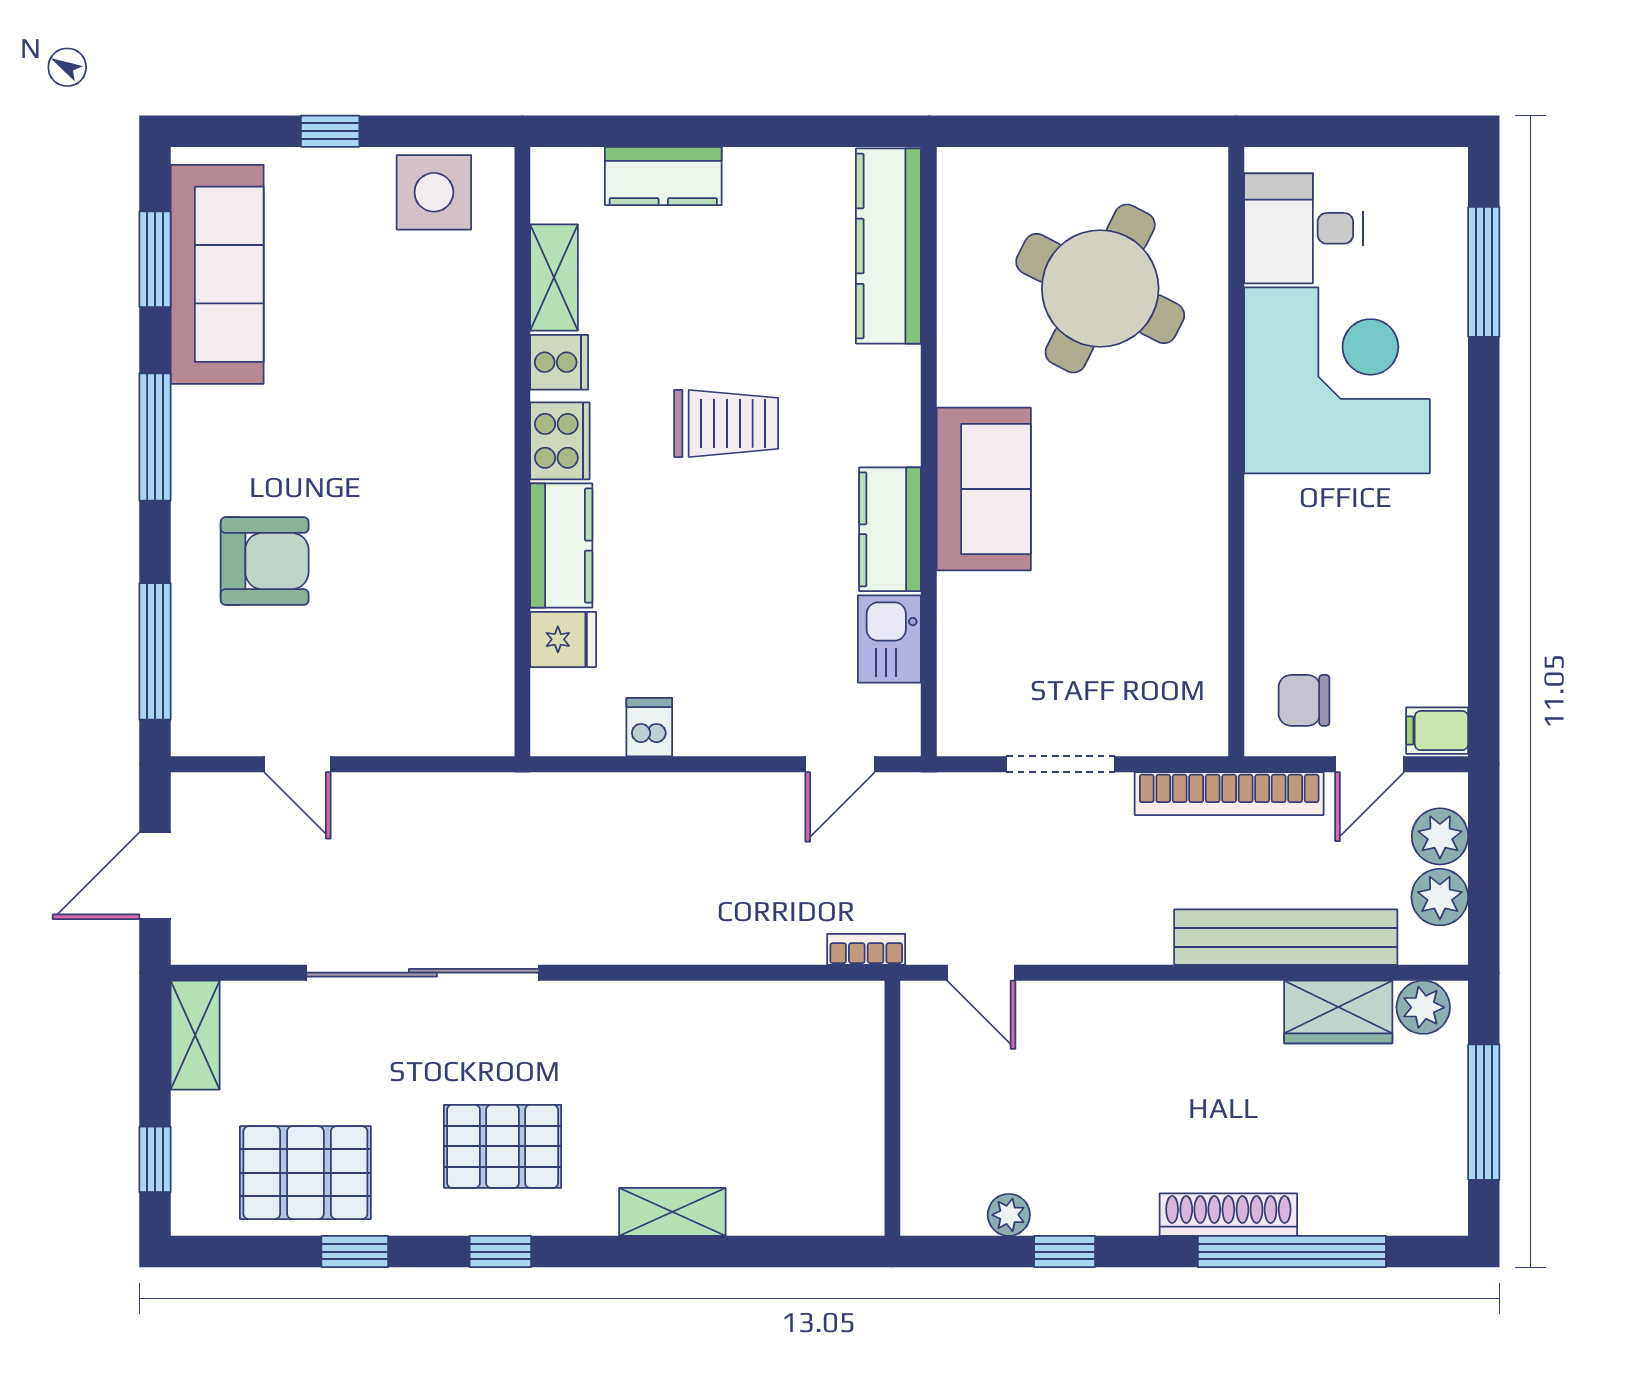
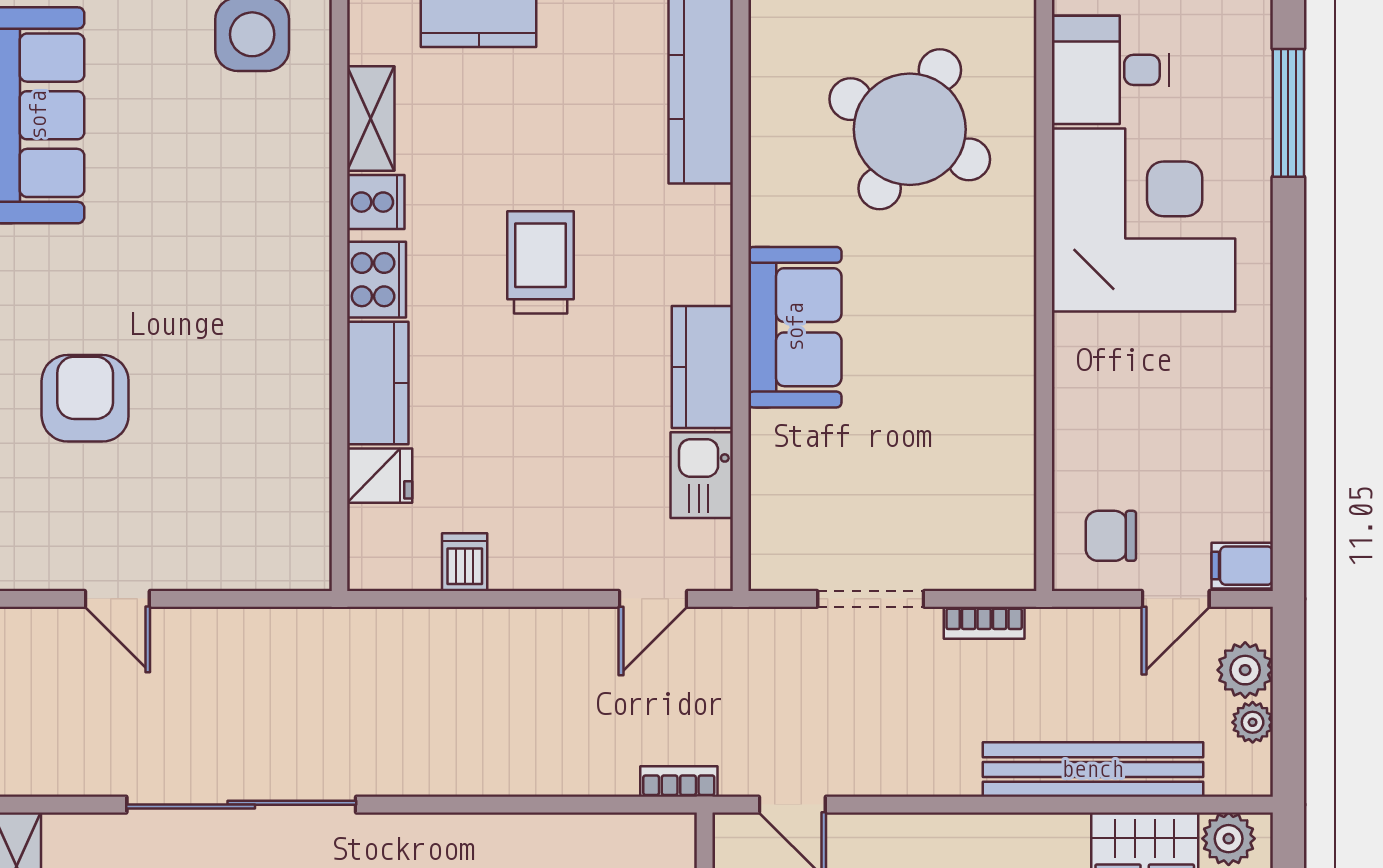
trolley: (726, 423) -> (541, 262), turned -90
armchair: (265, 561) -> (85, 398), turned -90
bookcase: (1229, 794) -> (984, 623), width x0.43, depth x0.76
plant: (1440, 897) -> (1253, 722), width x0.73, depth x0.73

